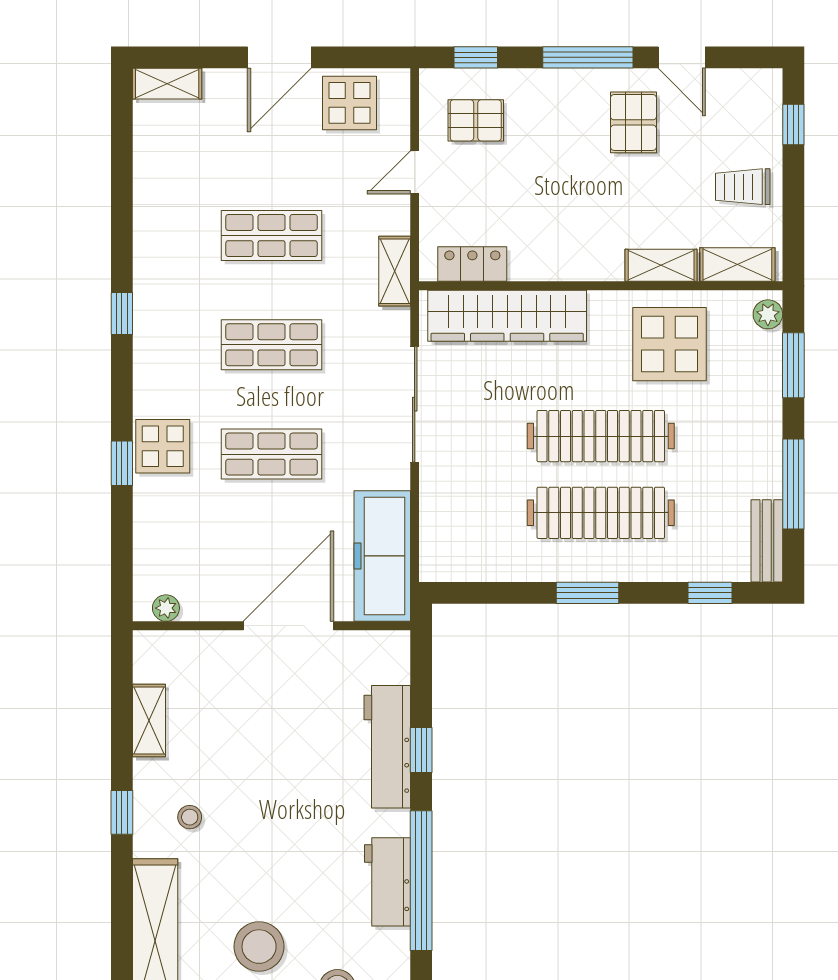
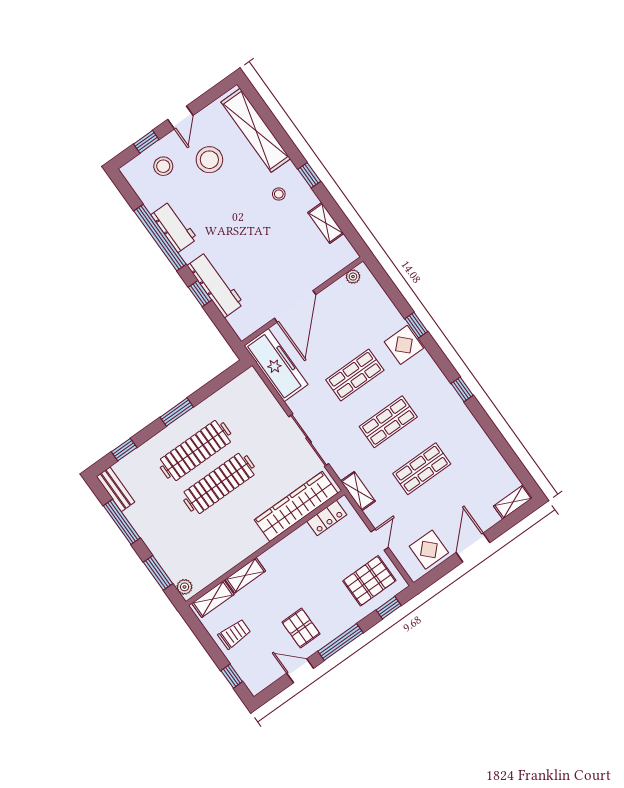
pallet: (476, 120) -> (369, 581), width x1.50, depth x1.42
display table: (669, 344) -> (218, 544), removed

